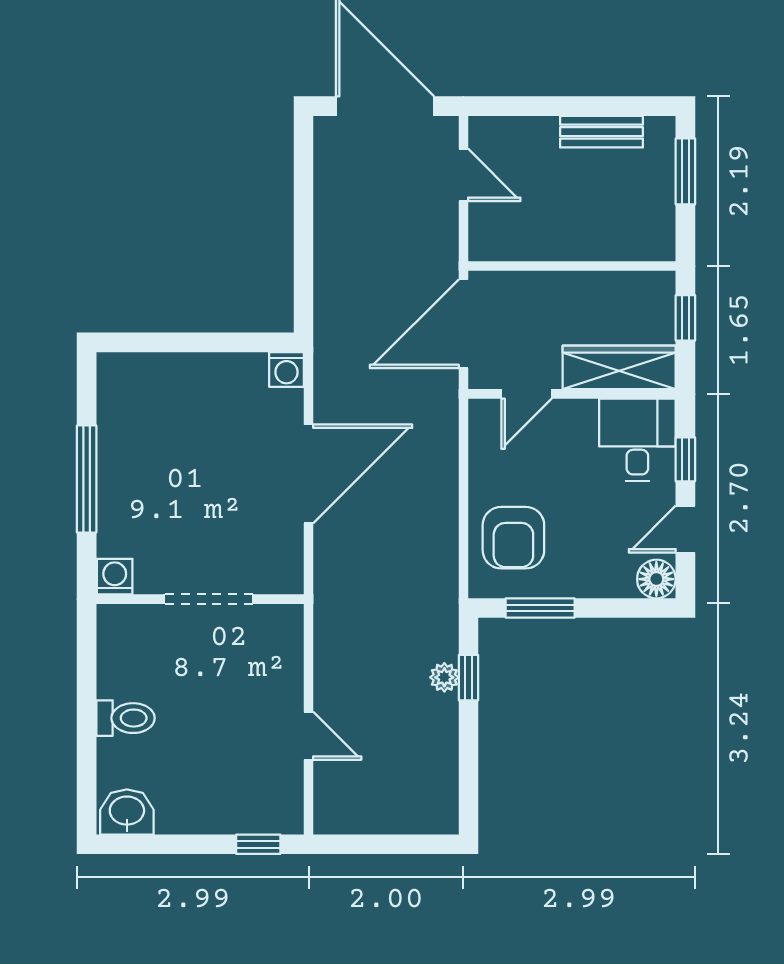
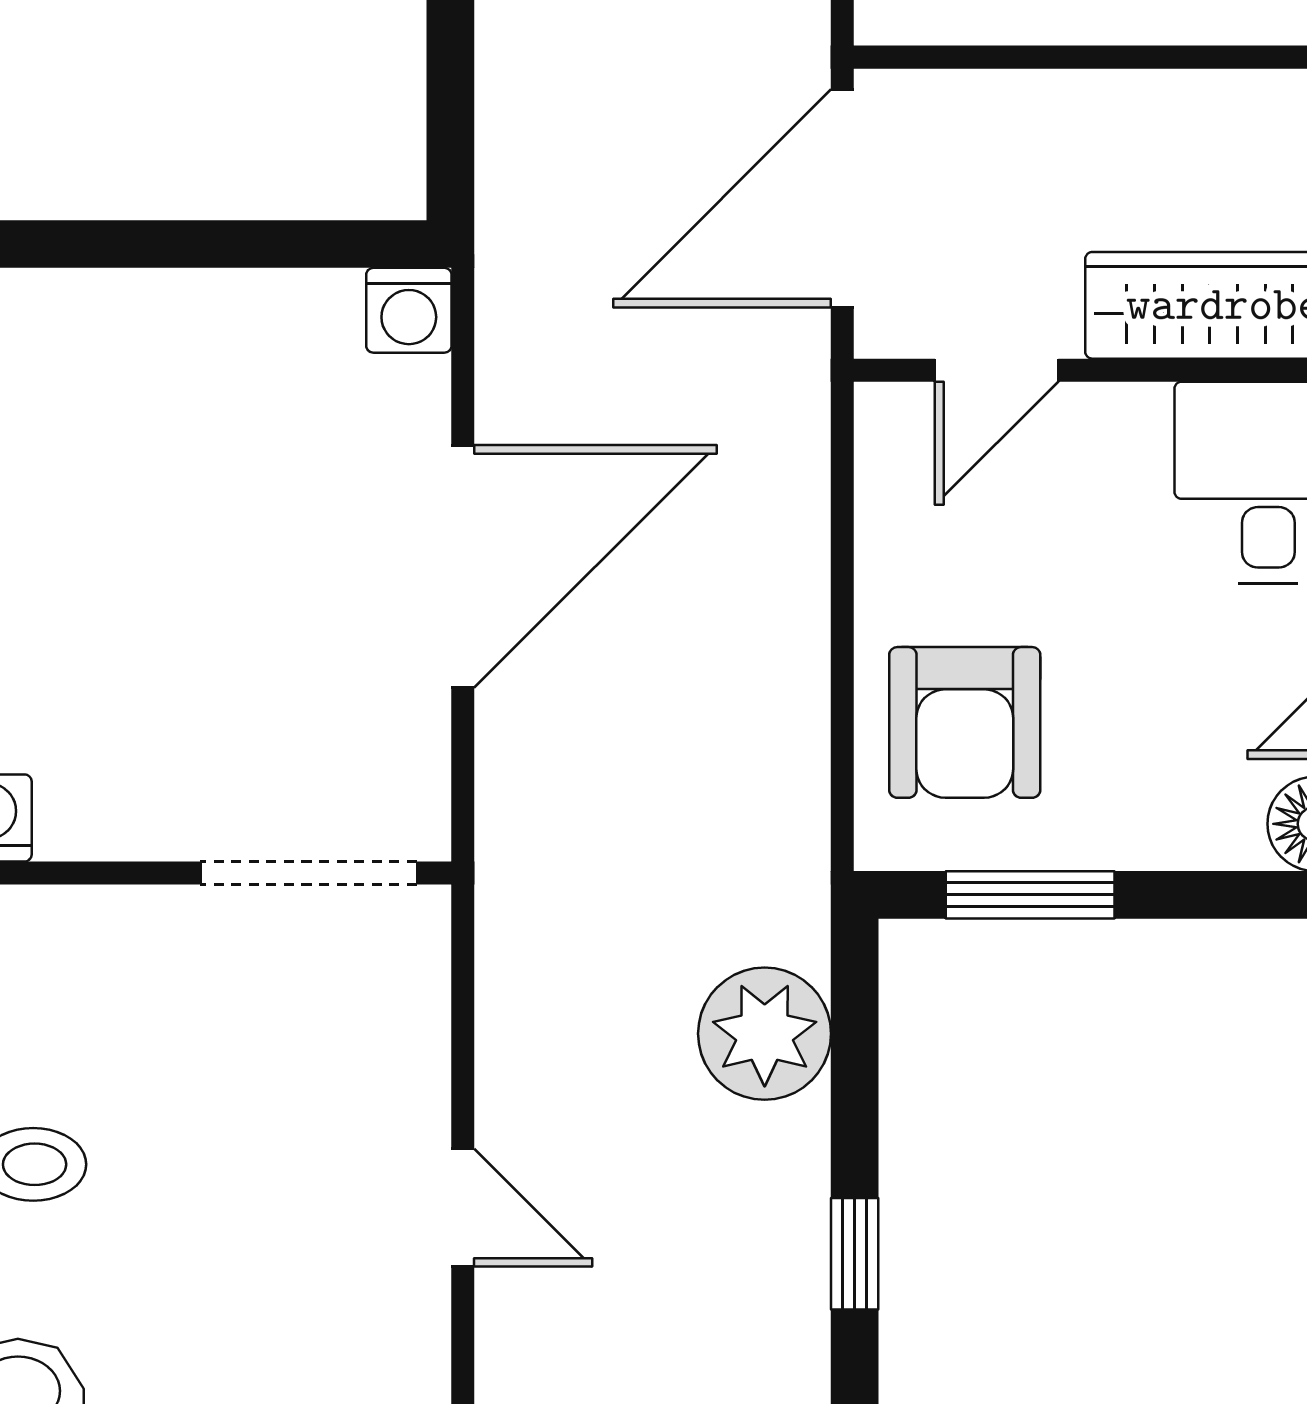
doorway: (209, 599) -> (309, 873), moved
plant: (444, 677) -> (765, 1034), width x1.87, depth x1.87
window: (468, 678) -> (855, 1254), moved

